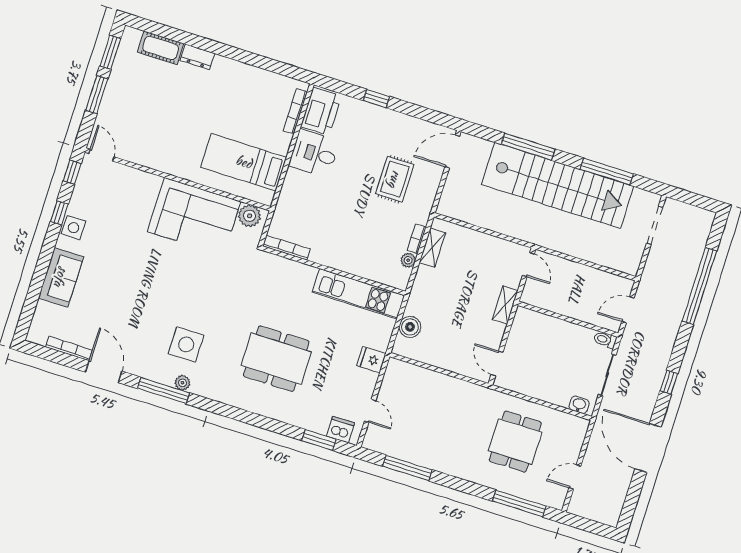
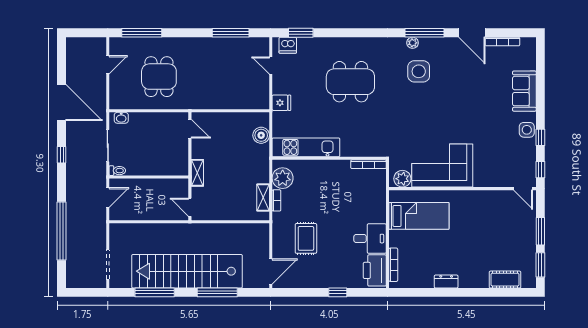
dresser: (197, 57) -> (446, 281), moved
plant: (408, 260) -> (283, 178), width x1.87, depth x1.87

